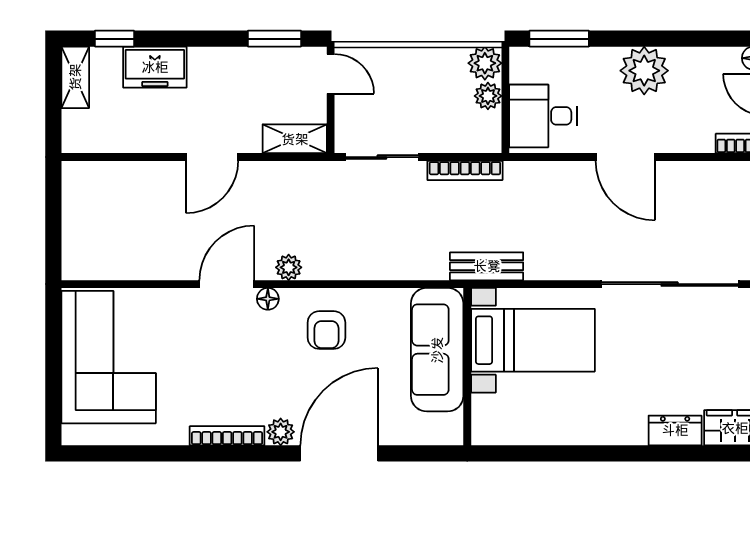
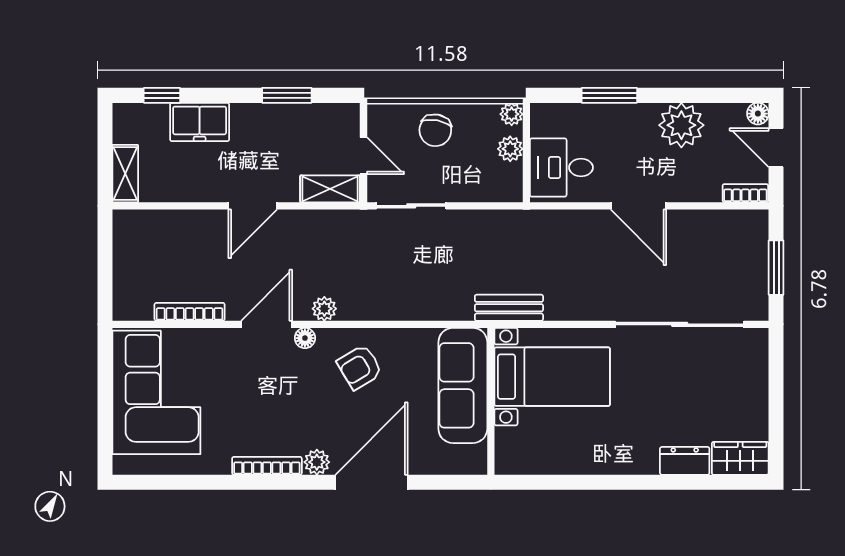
window: (274, 39) -> (287, 95), moved
window: (559, 39) -> (609, 95), moved
plant: (485, 63) -> (512, 114), width x0.73, depth x0.73
plant: (644, 71) -> (681, 125), moved
door: (331, 74) -> (364, 156), moved
chair: (408, 76) -> (435, 130), added
shelving: (75, 77) -> (125, 174), moved
bookcase: (465, 170) -> (190, 312), moved, turned 180
armchair: (326, 330) -> (360, 367), turned 59

